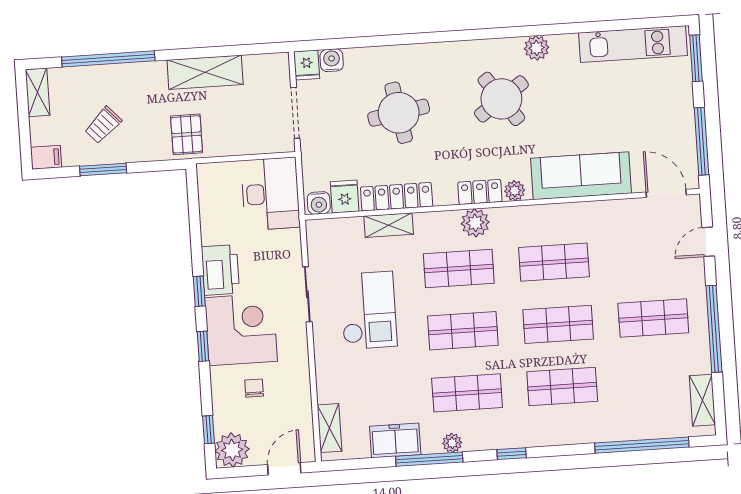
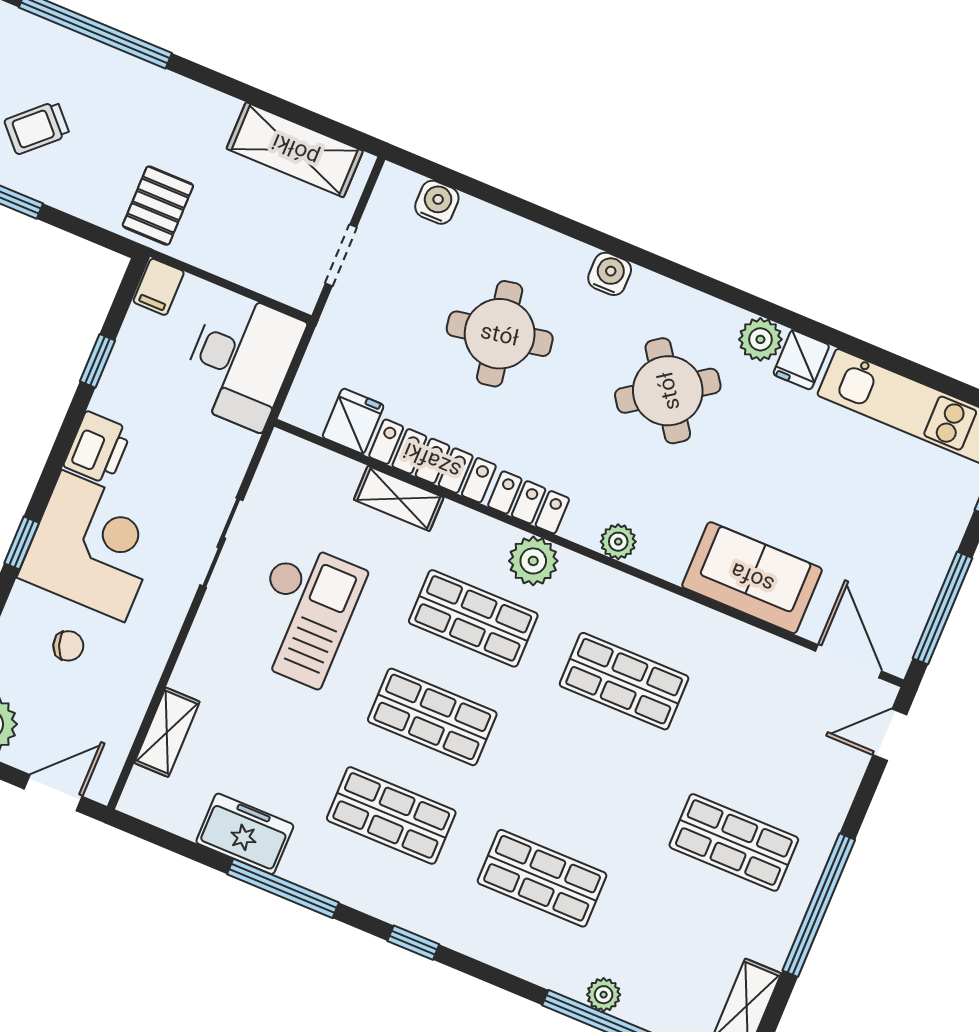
fridge: (307, 65) -> (801, 360), moved
shelving: (205, 72) -> (295, 150), moved
doorway: (295, 113) -> (341, 255), width x0.73
sofa: (581, 176) -> (752, 578), width x0.73
filing cabinet: (208, 177) -> (159, 287), added
locker: (480, 192) -> (529, 502), moved
water cooler: (319, 203) -> (610, 274), moved, turned 180
door: (708, 242) -> (890, 735), moved
printer: (220, 270) -> (98, 448), width x0.73, depth x0.84
window: (199, 291) -> (97, 361), moved
shop shelf: (558, 324) -> (583, 780), removed
chair: (254, 388) -> (68, 646), turned 70
shelving: (329, 428) -> (167, 732), moved
plant: (452, 443) -> (604, 995), moved

